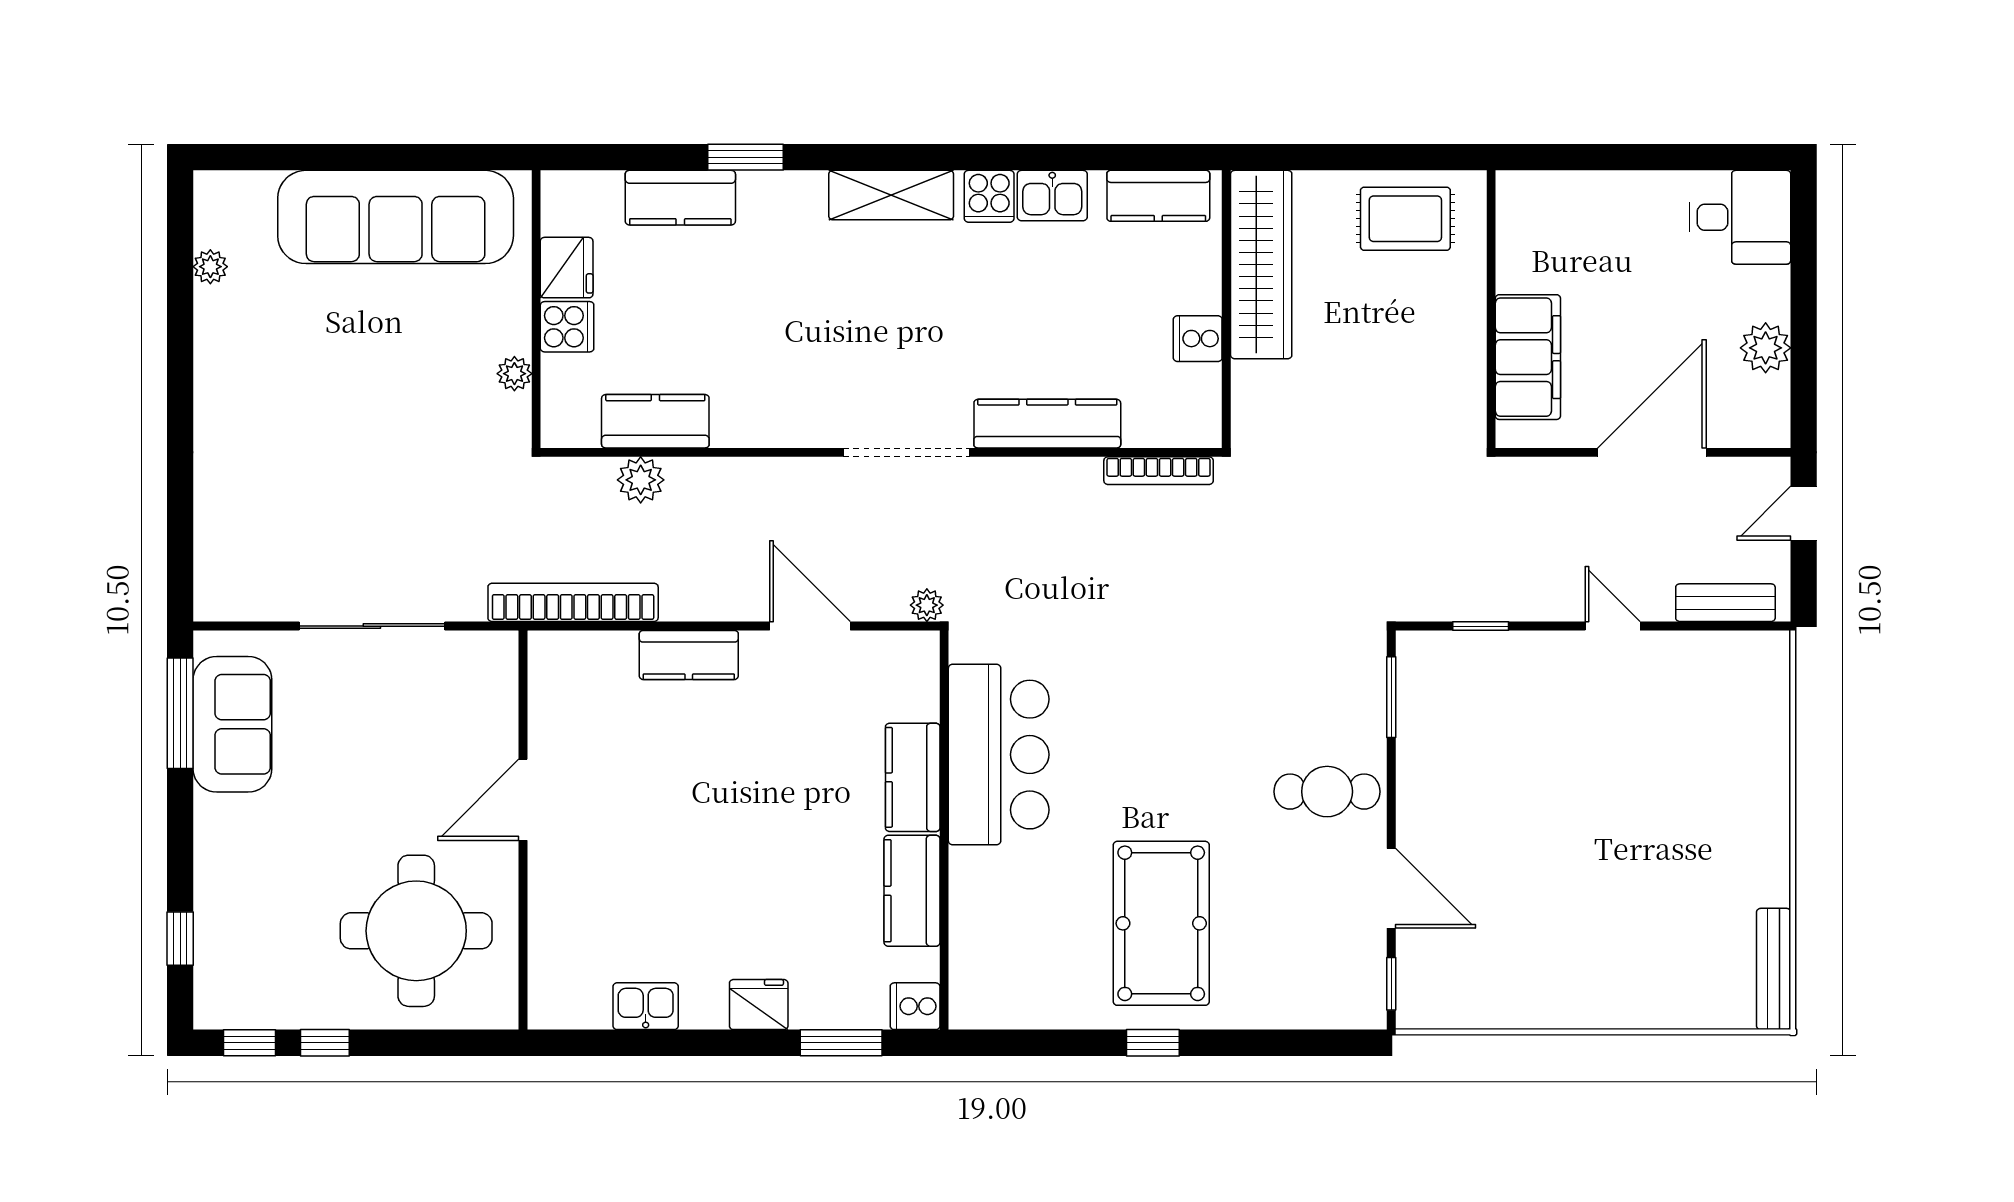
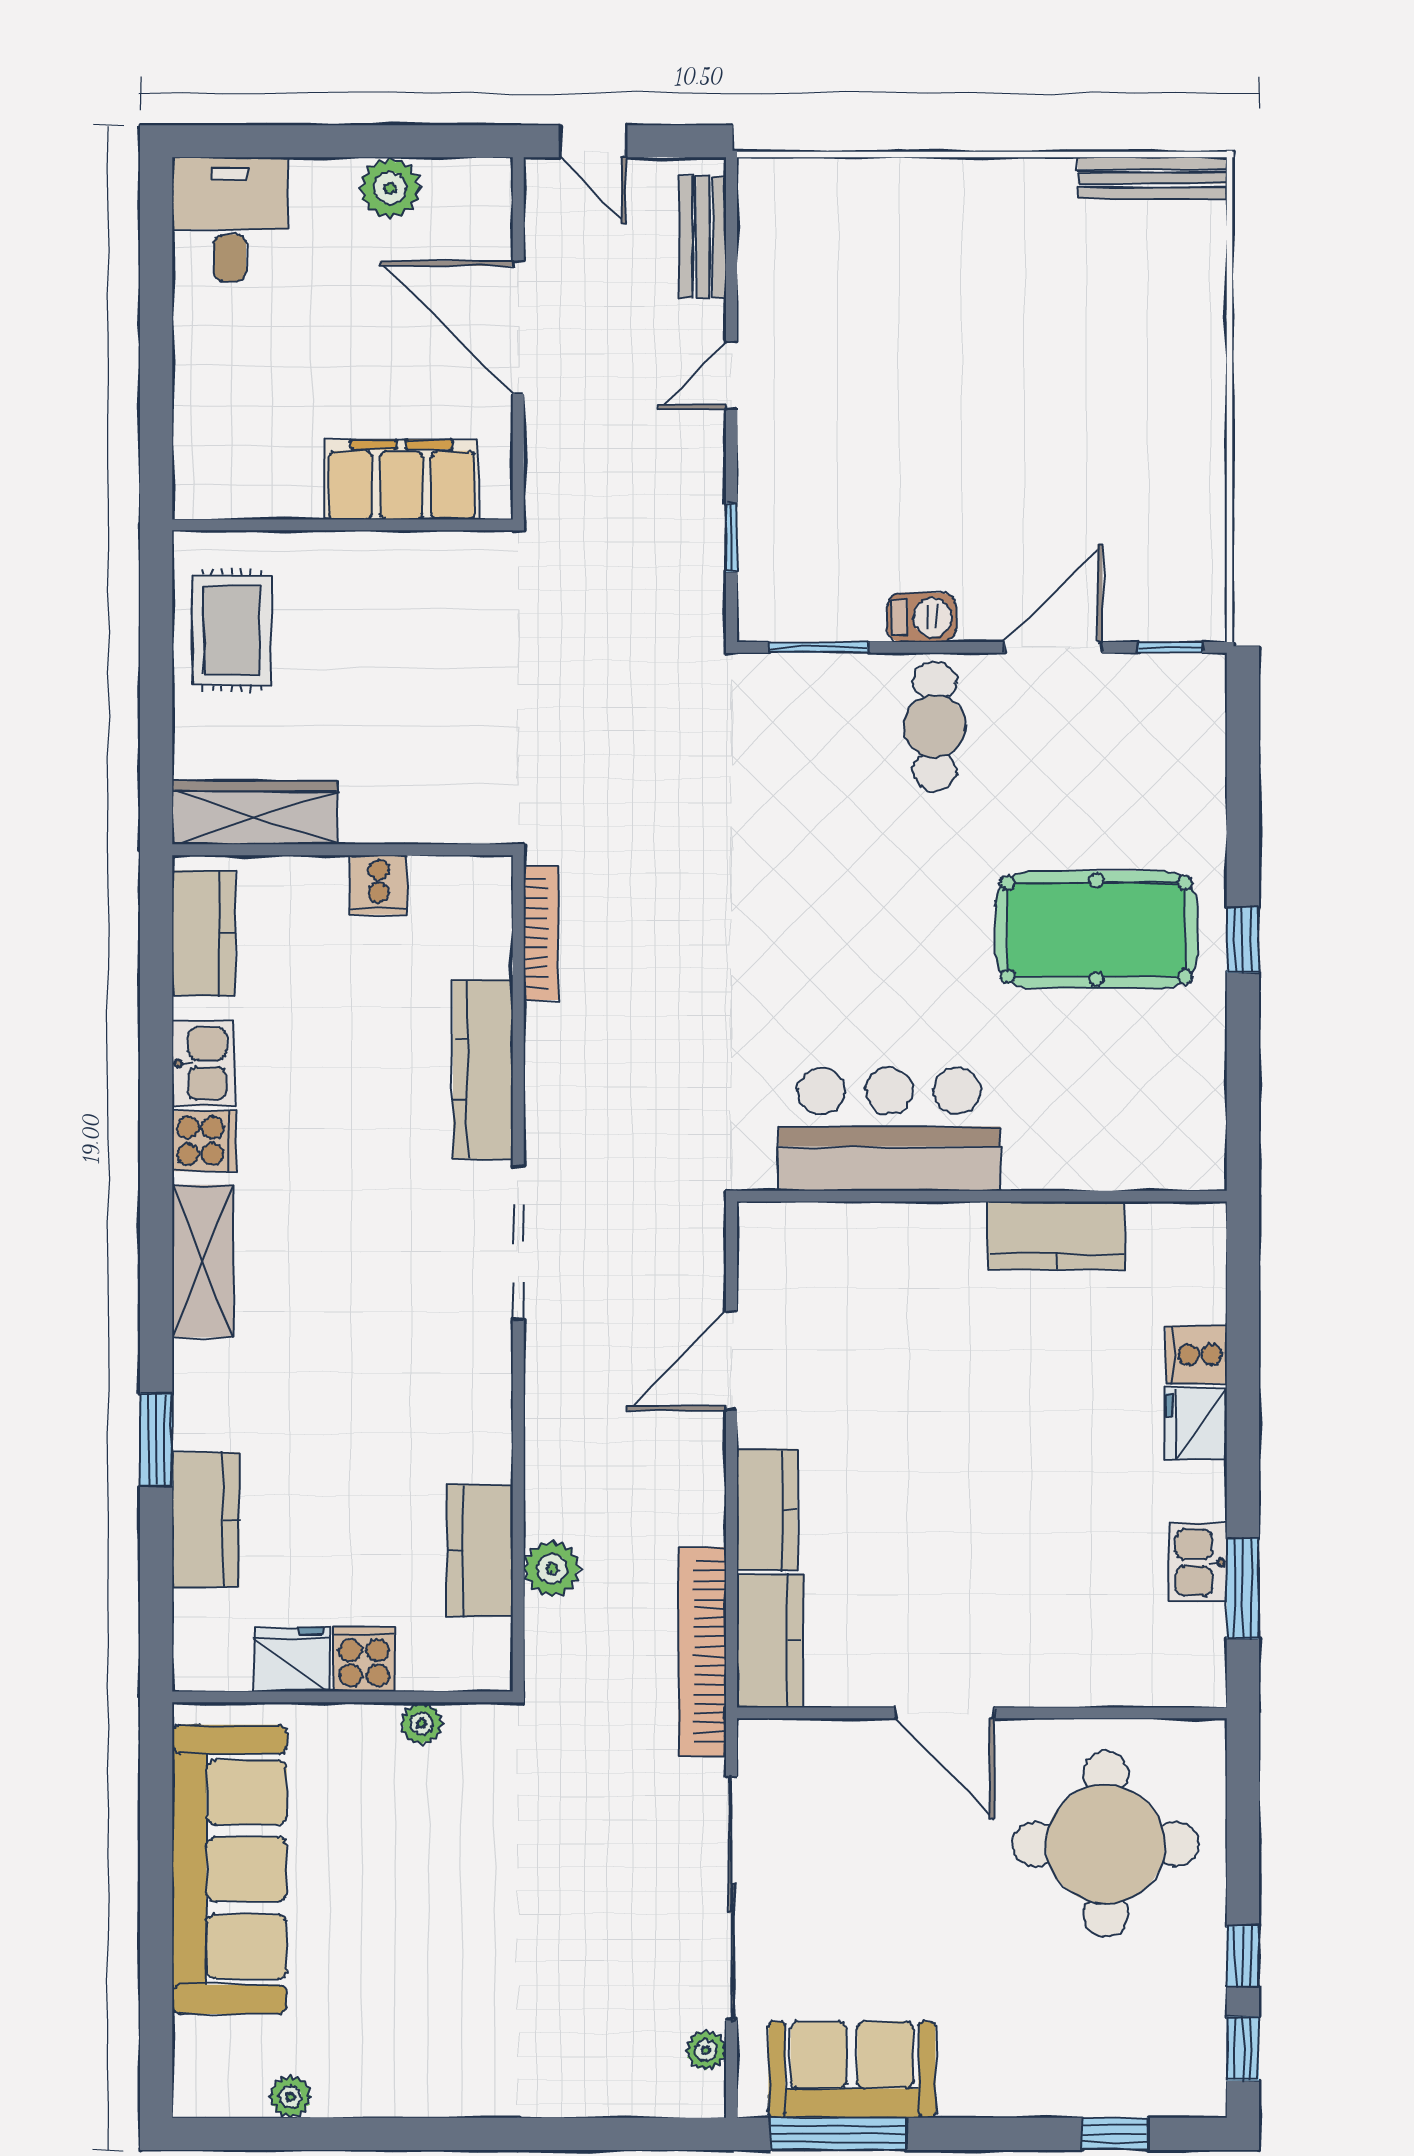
wardrobe: (1261, 265) -> (255, 813), width x0.71, depth x0.85
plant: (927, 605) -> (706, 2050), moved
sliding door: (372, 626) -> (731, 1898), width x1.36
kitchen counter: (913, 777) -> (770, 1641), moved, turned -90
barbecue: (1416, 781) -> (921, 617), added
cooker: (915, 1006) -> (1197, 1355), moved, turned 90
window: (841, 1043) -> (1243, 1588), moved

